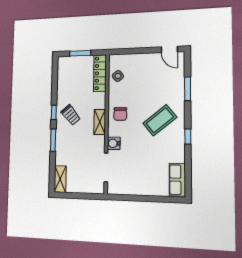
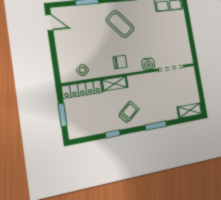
door: (169, 49) -> (49, 22), hinge flipped
window: (54, 112) -> (113, 134), moved
shelving: (100, 122) -> (115, 84), moved

